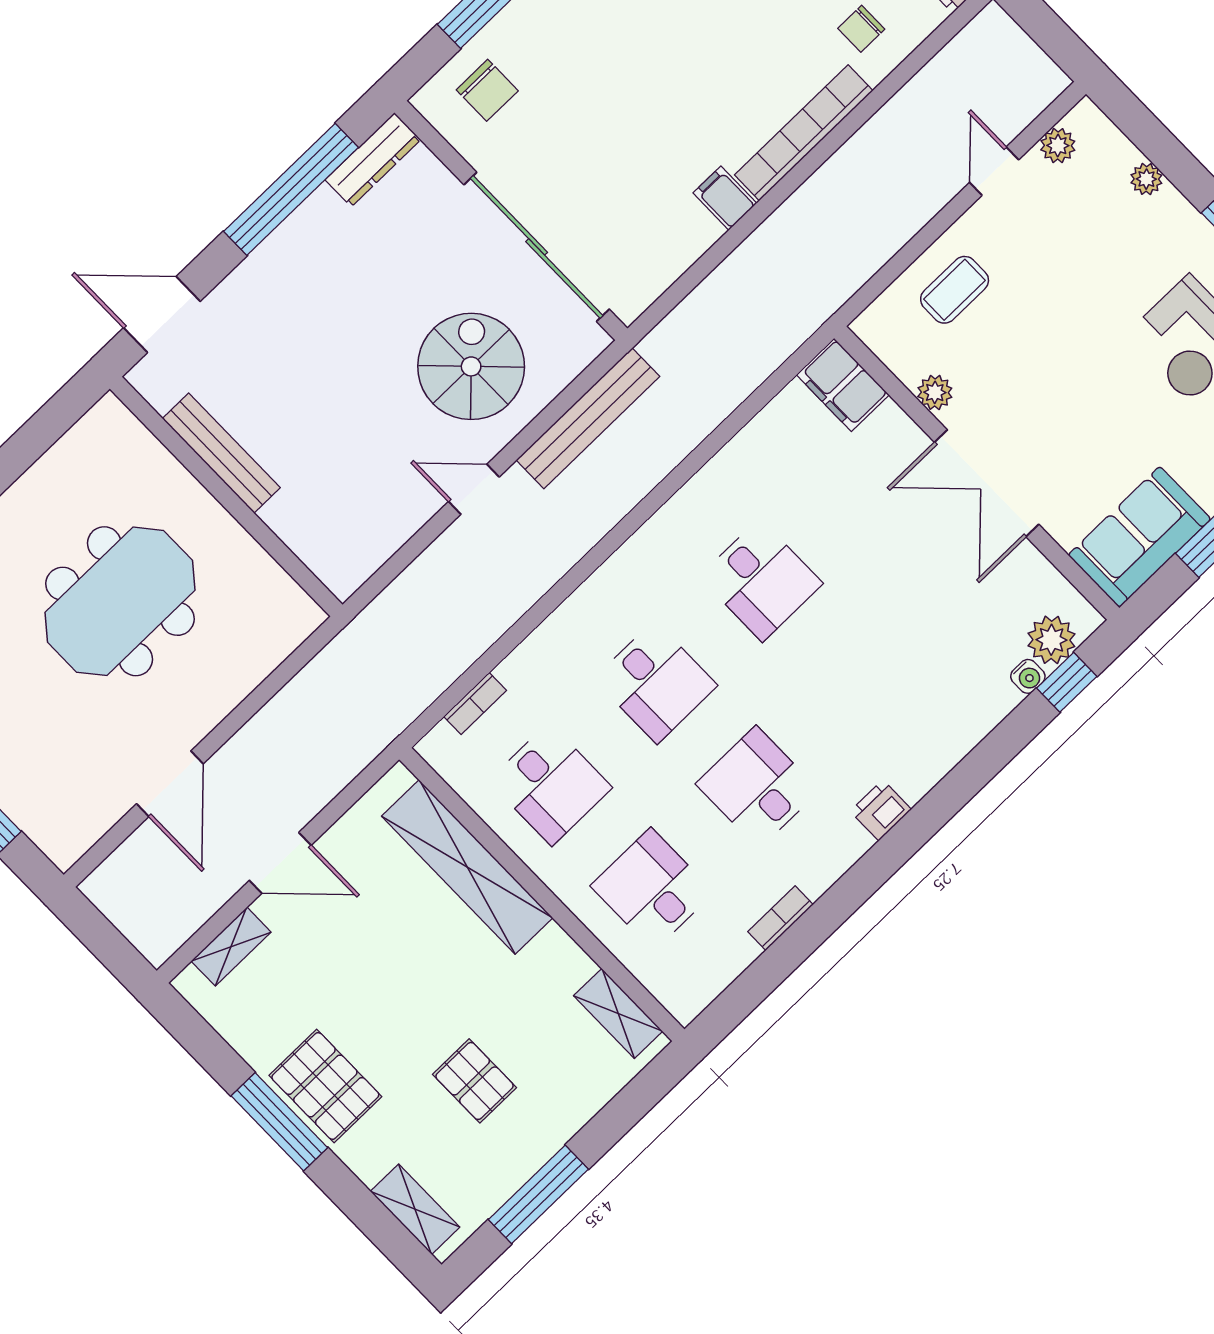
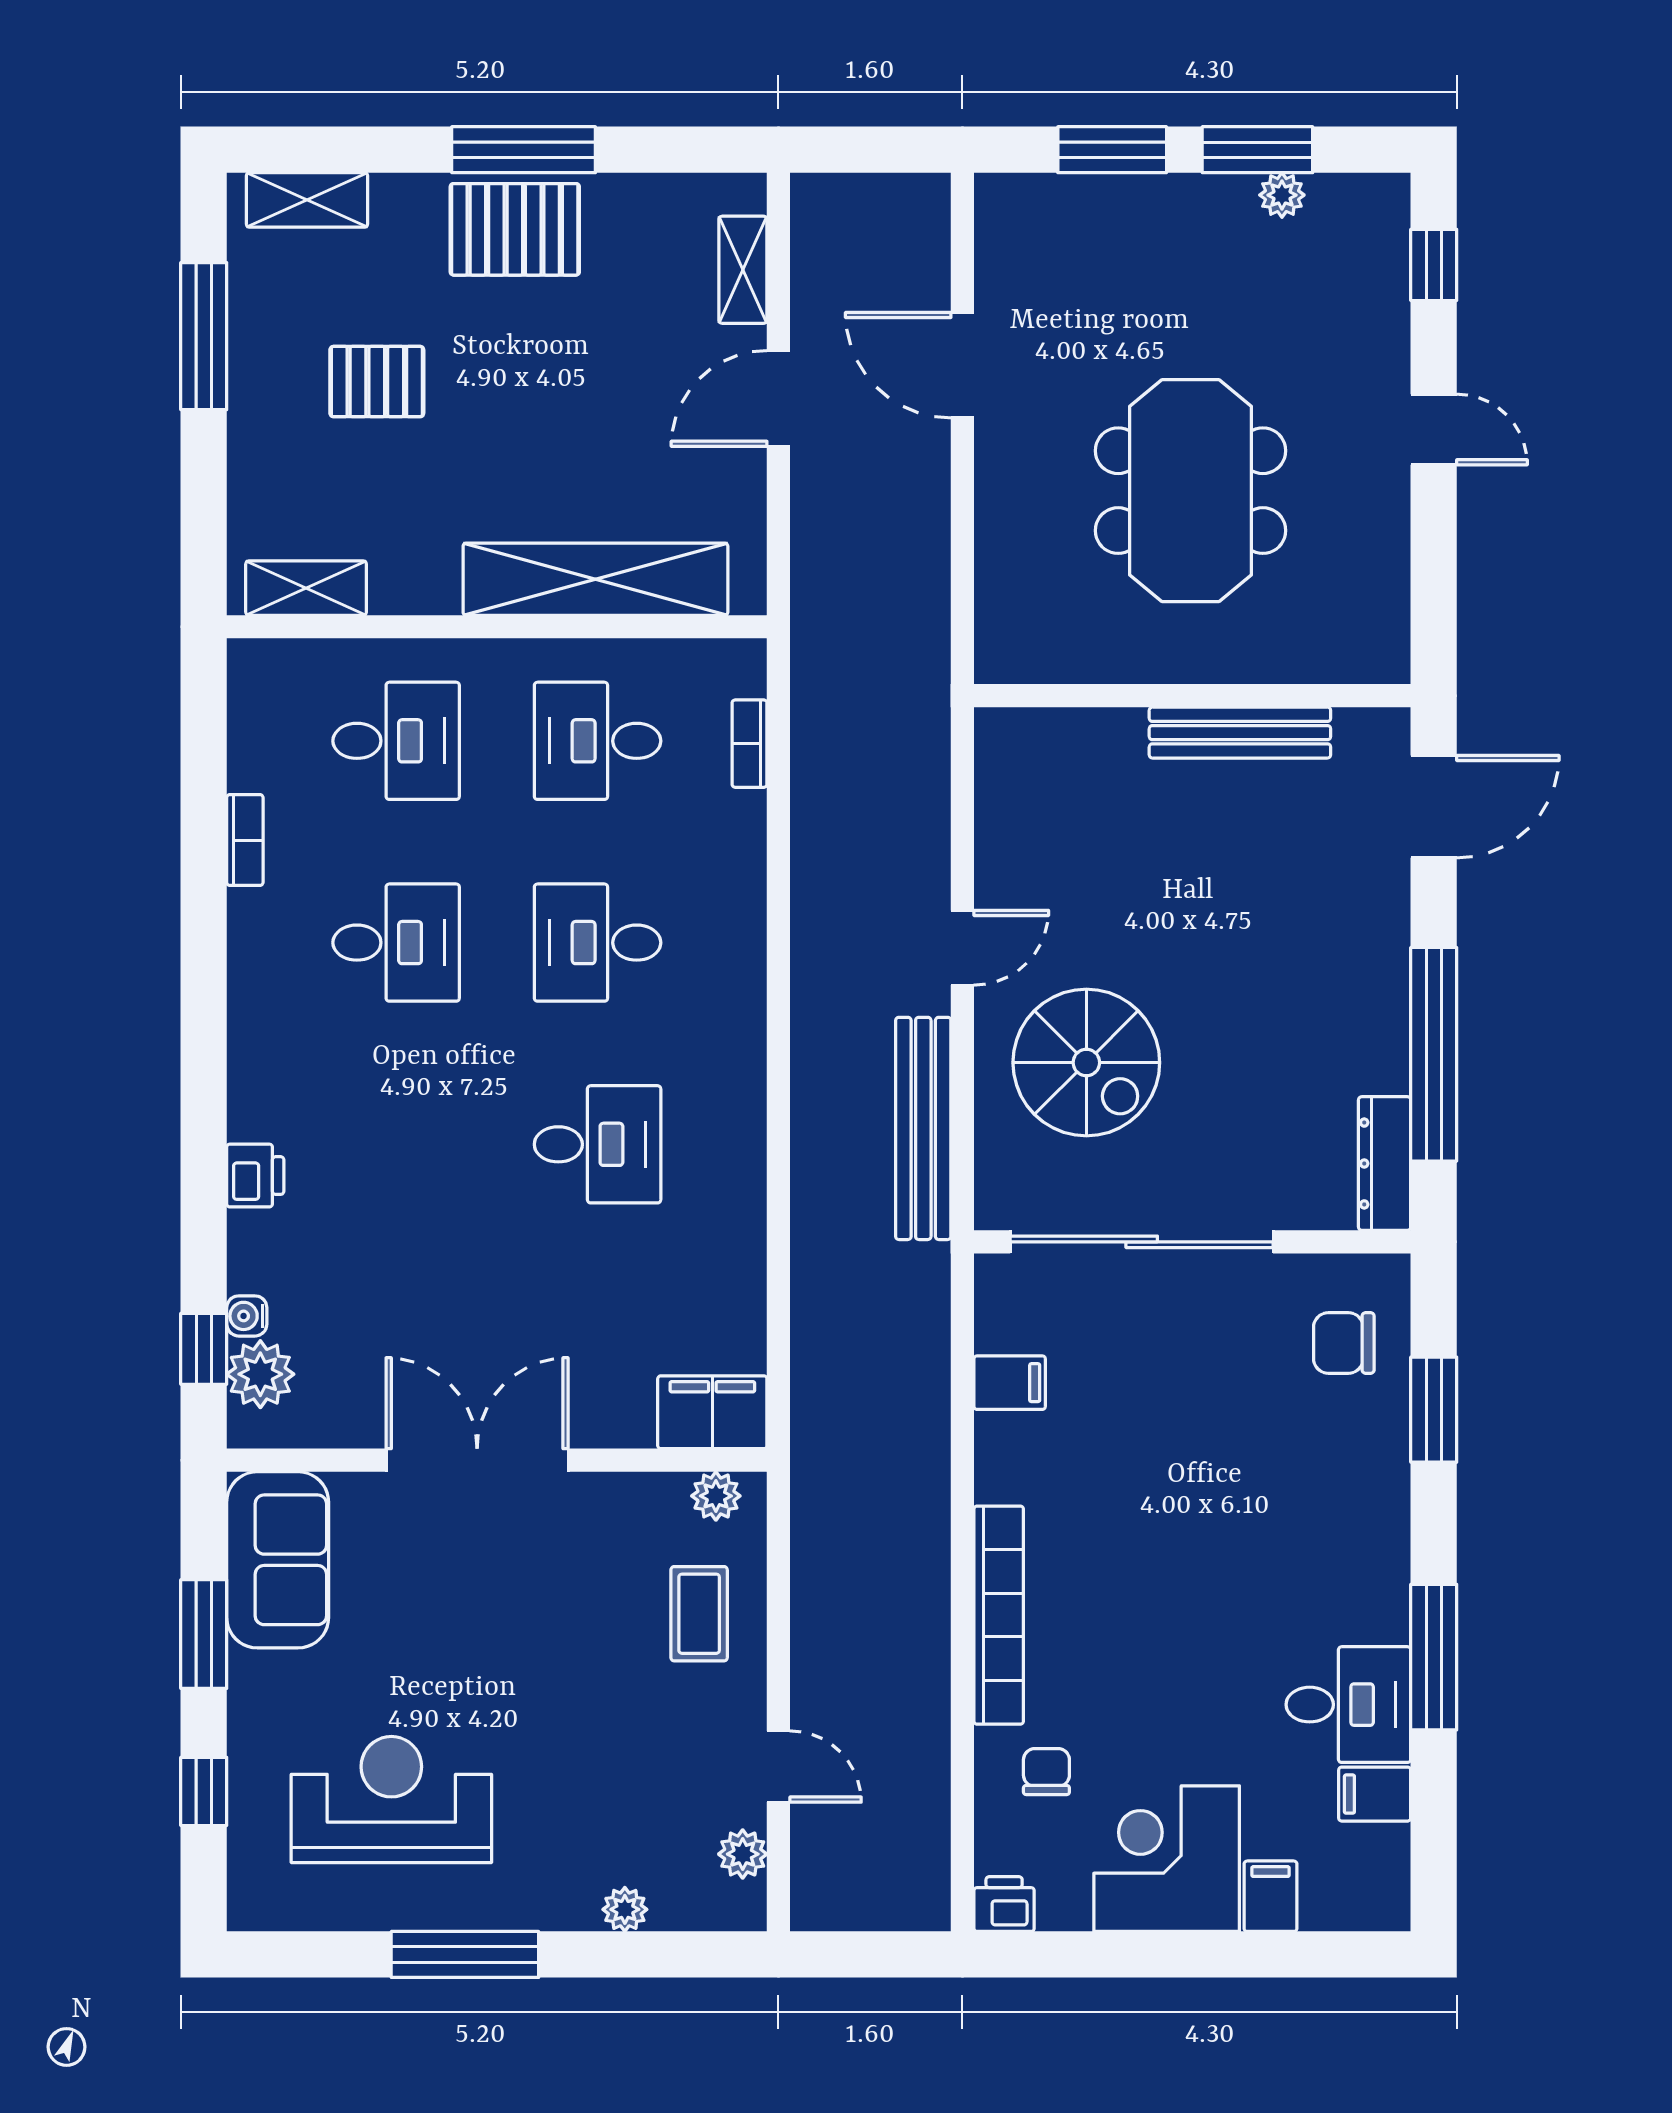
filing cabinet: (725, 198) -> (1010, 1383), moved
plant: (935, 392) -> (716, 1496), moved
desk: (761, 580) -> (598, 1144), turned 180
printer: (881, 810) -> (255, 1176), moved

